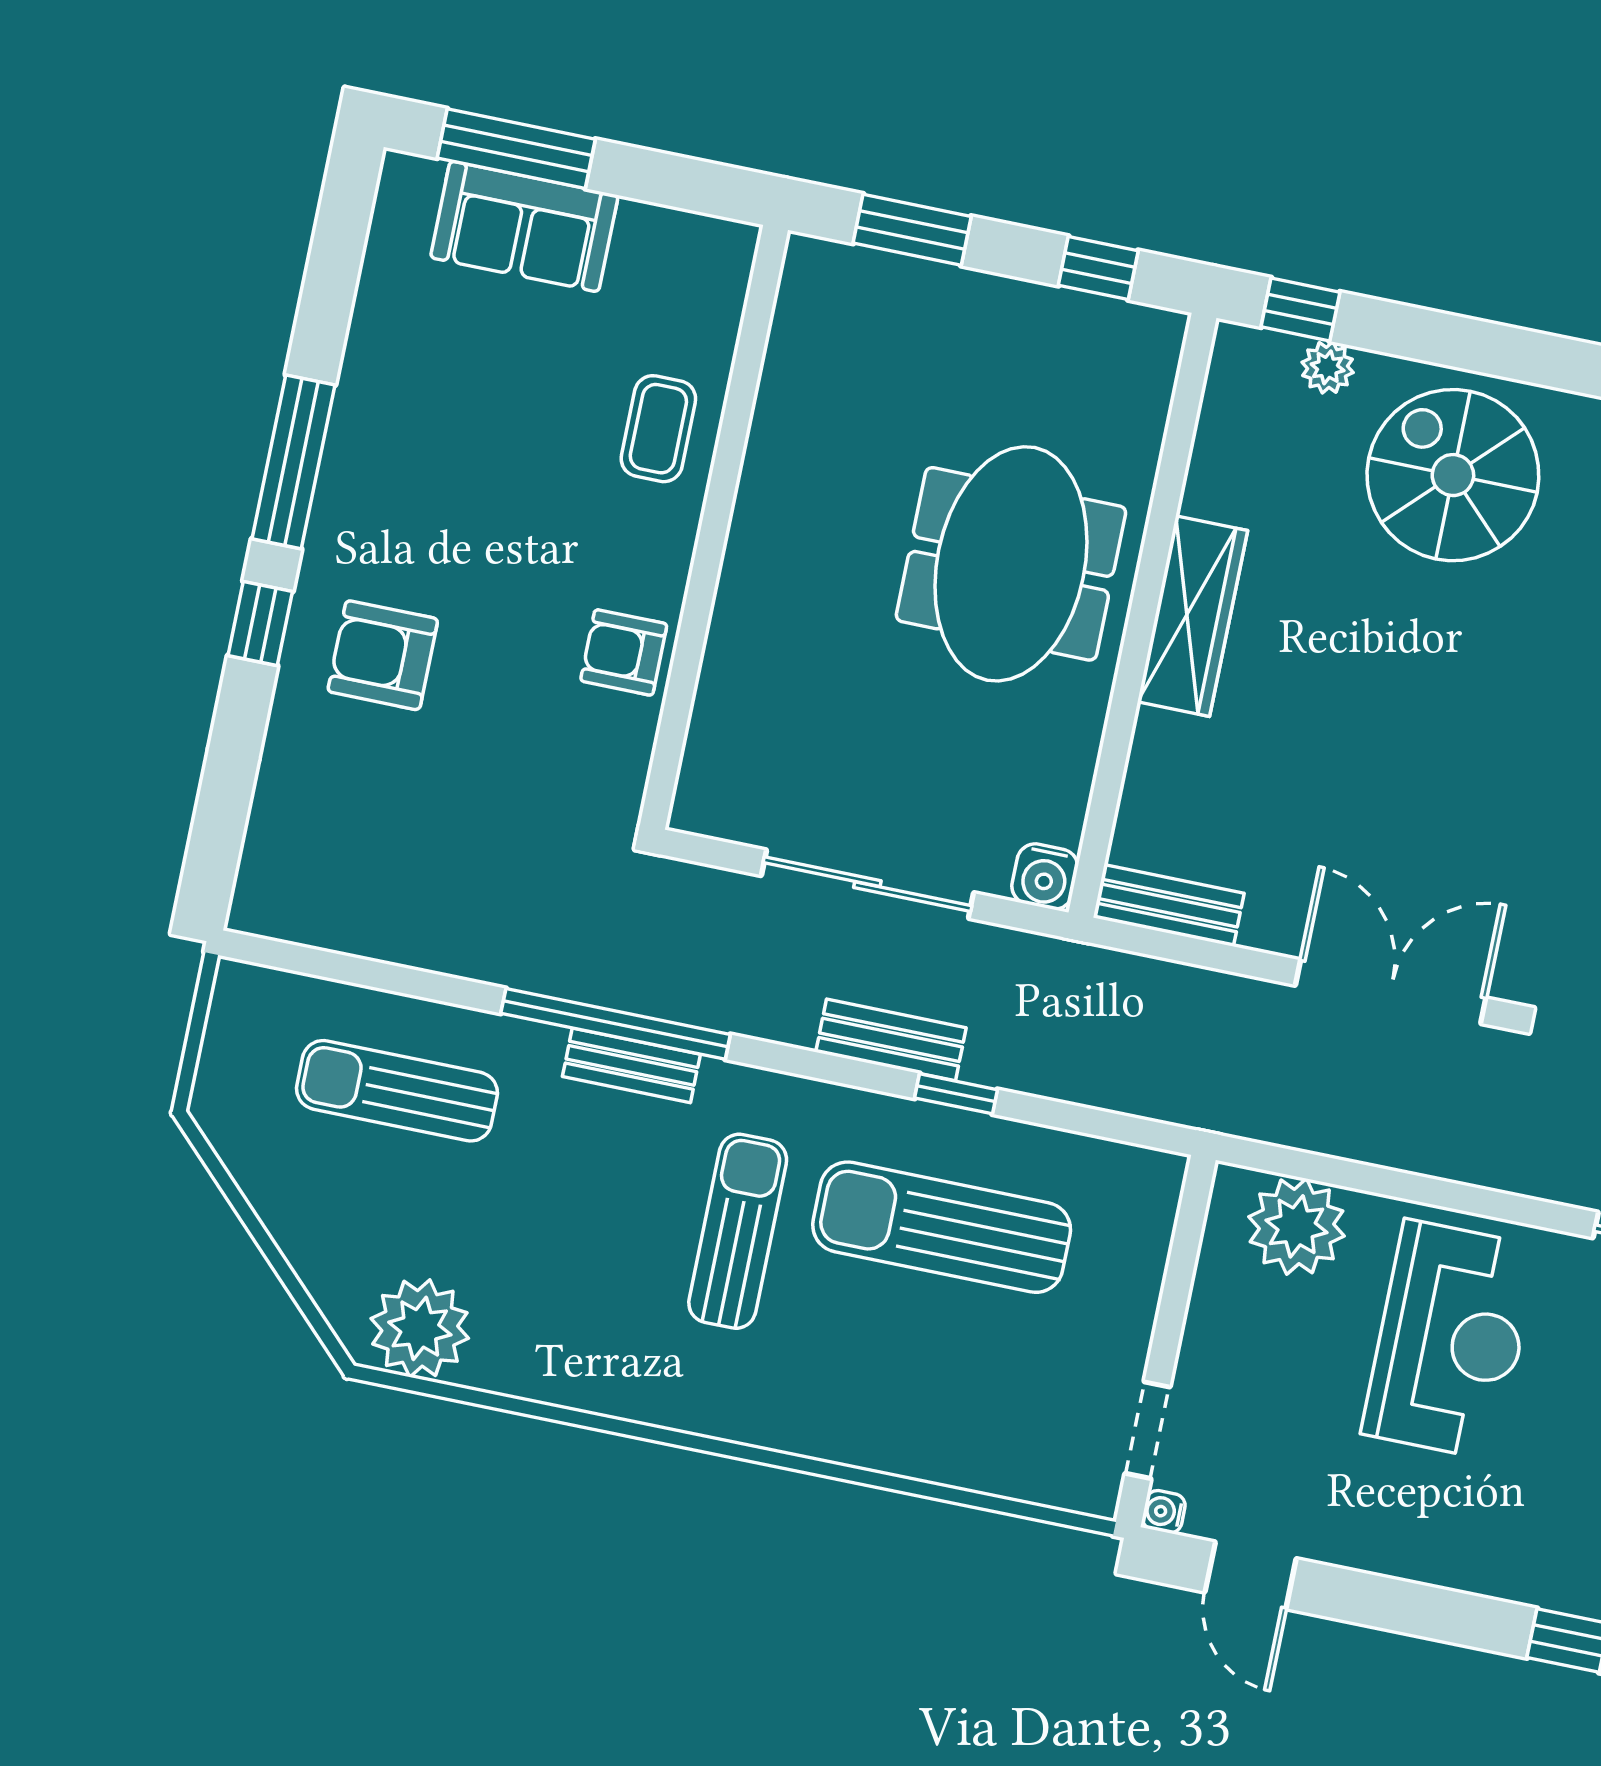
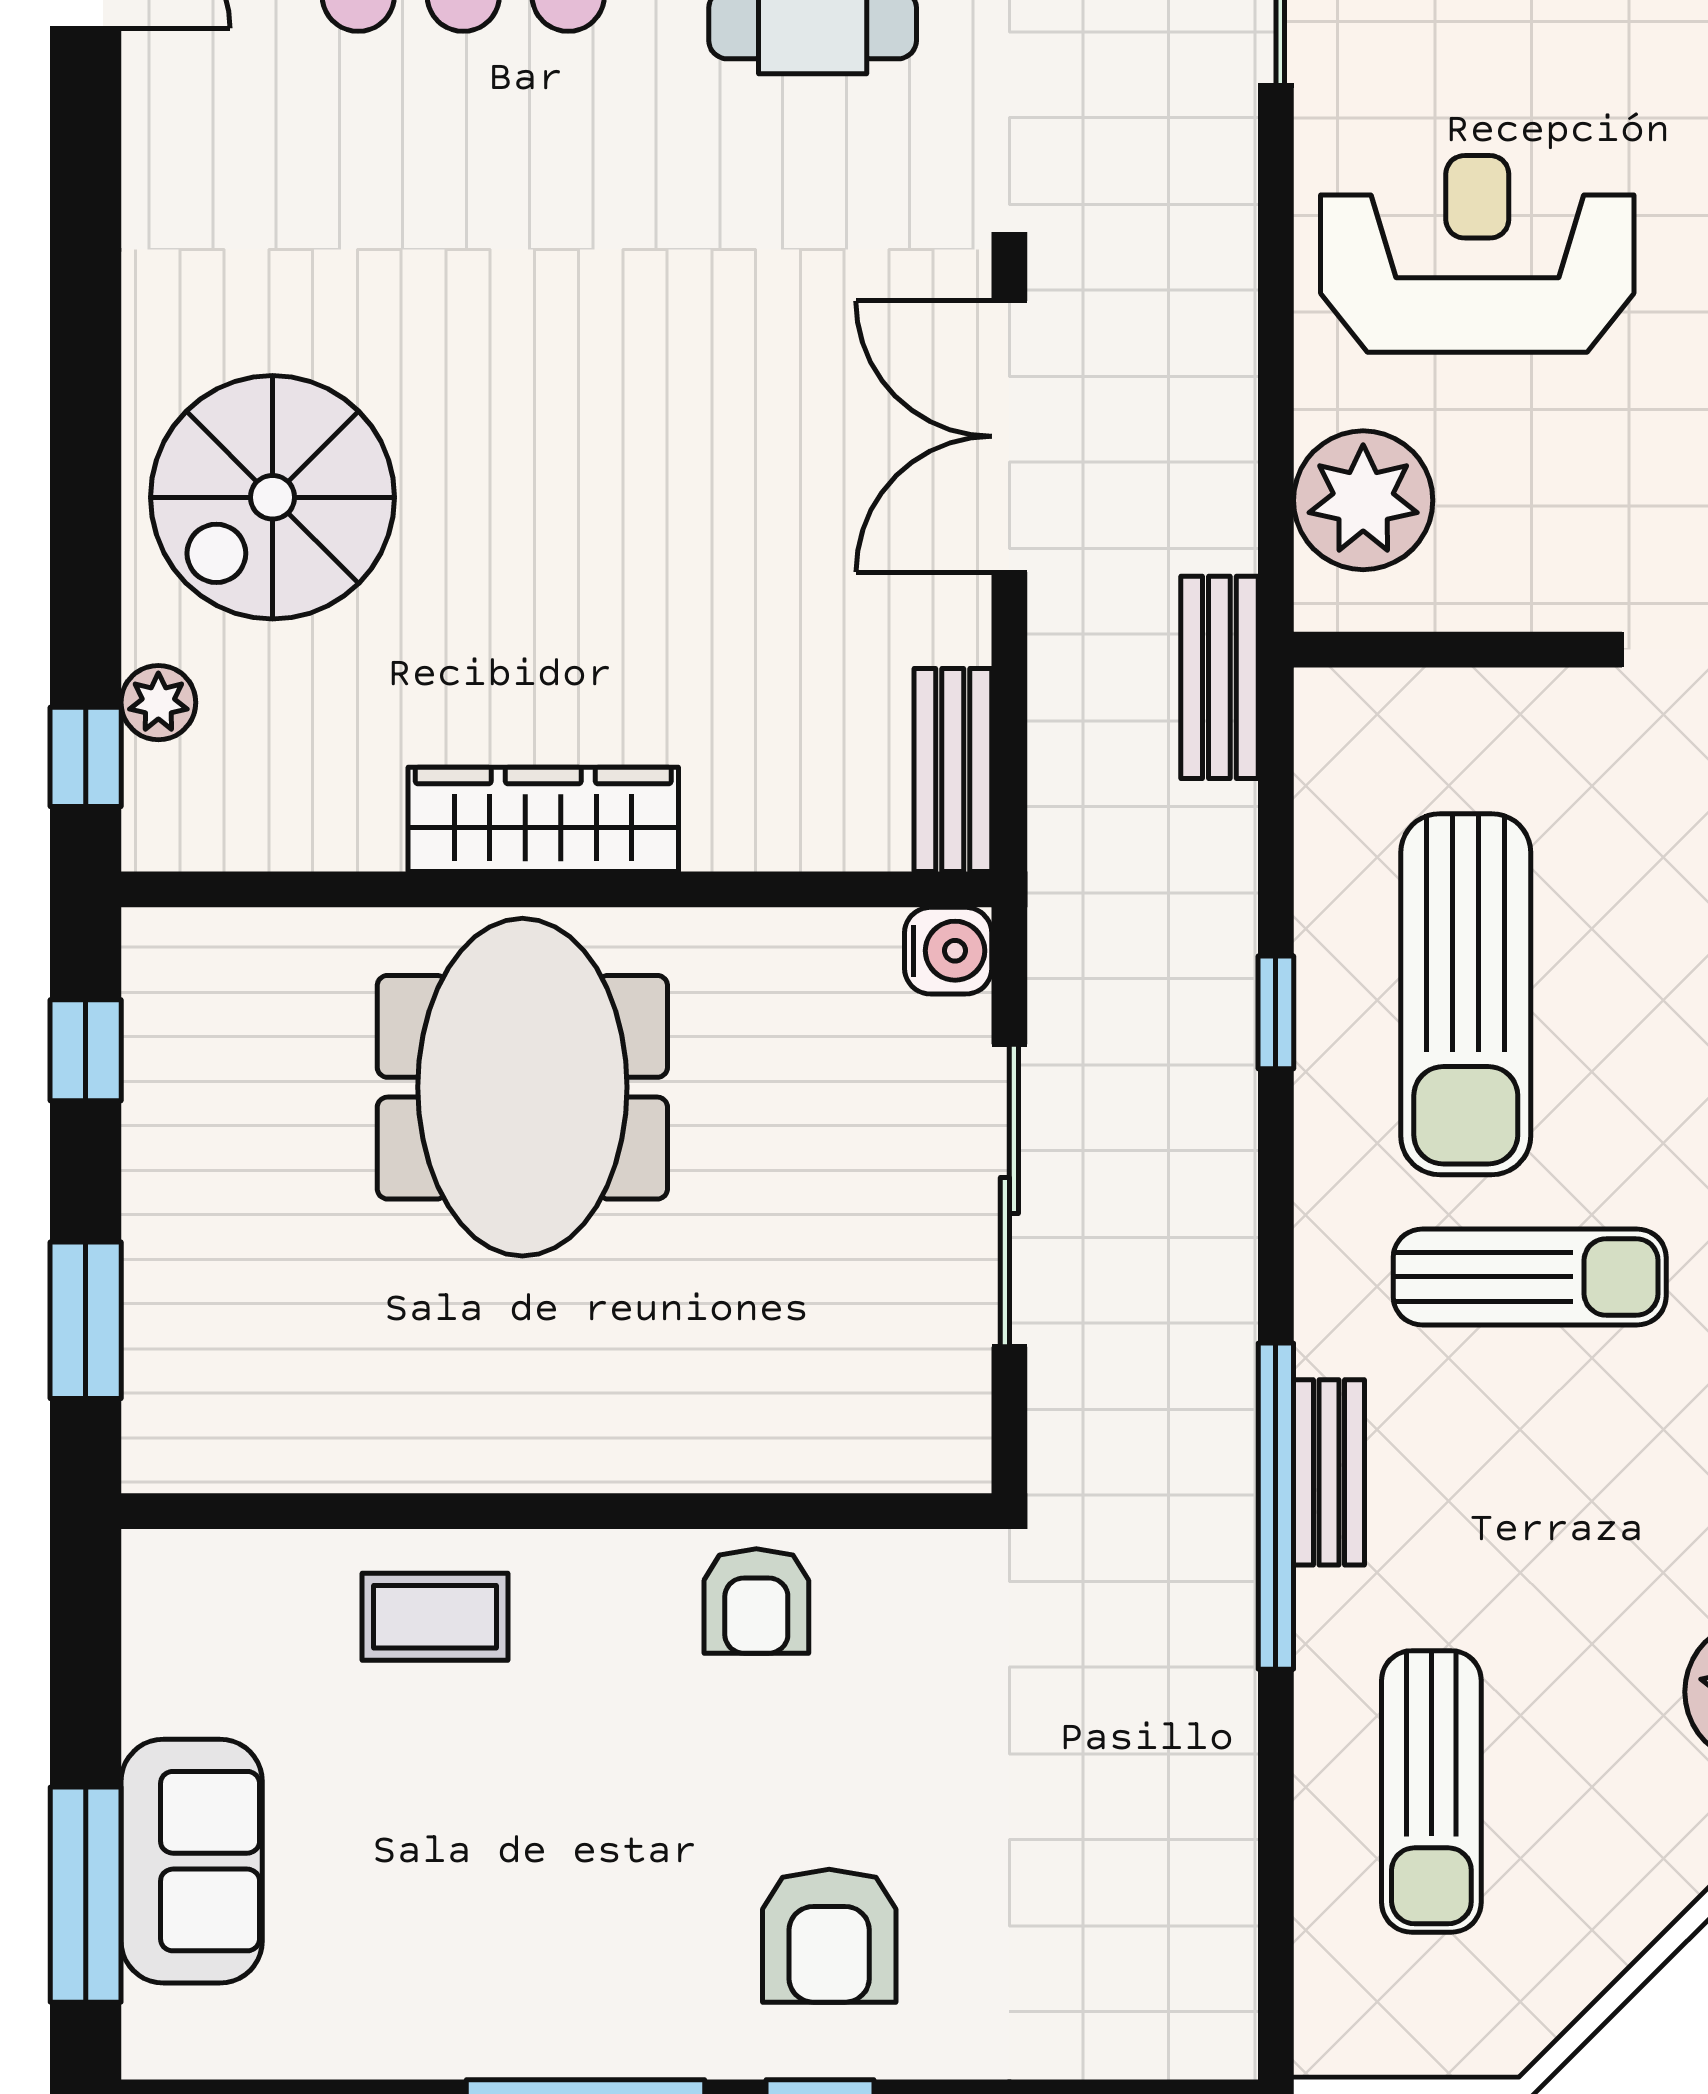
meeting table: (1011, 564) -> (522, 1087), turned 90
bench: (891, 1040) -> (1219, 677), moved
sun lounger: (738, 1231) -> (1530, 1277), turned 180

